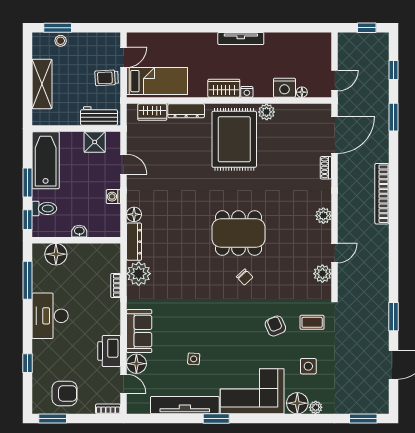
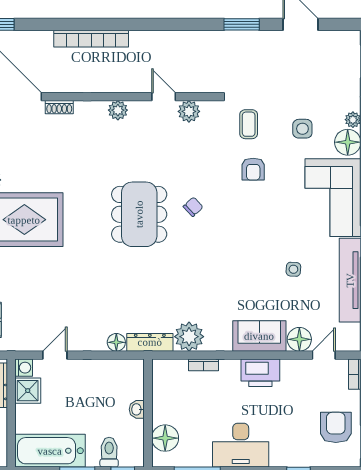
washing machine: (113, 197) -> (24, 368), moved, turned -90
armchair: (275, 326) -> (253, 169), turned -67
printer: (109, 351) -> (260, 373), moved

